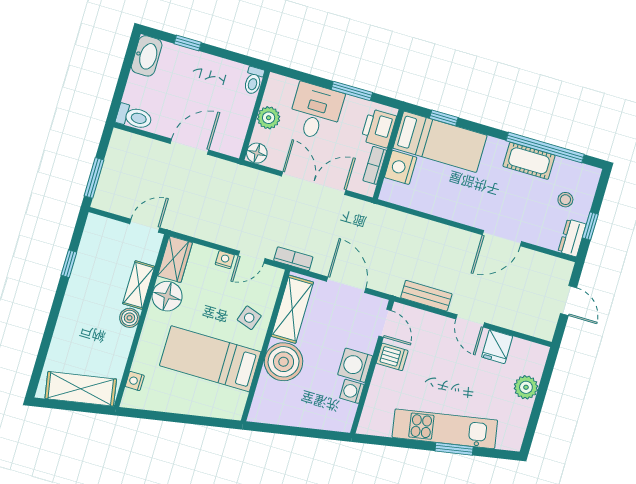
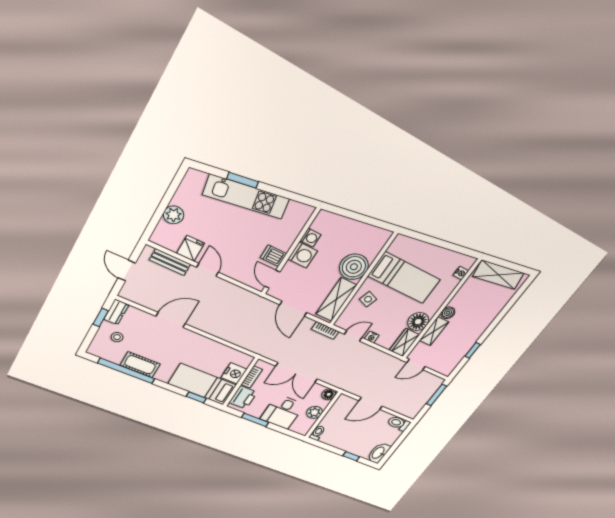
bench: (426, 296) -> (170, 262), moved

